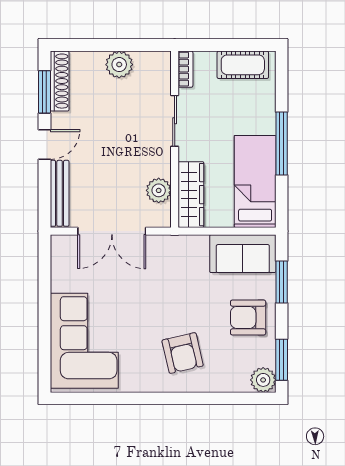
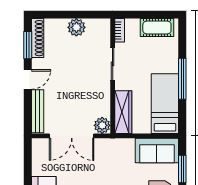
plant: (159, 190) -> (102, 125), moved

